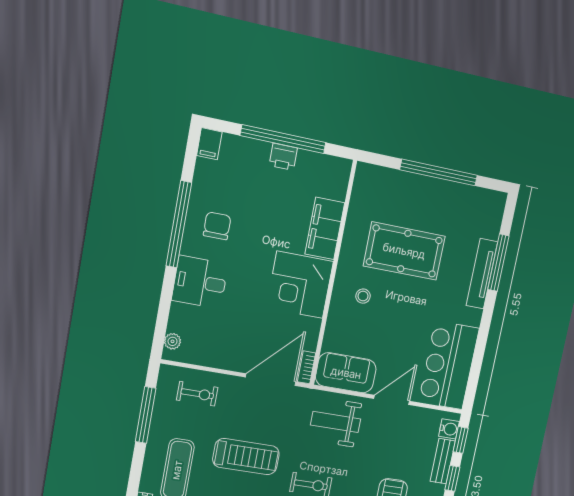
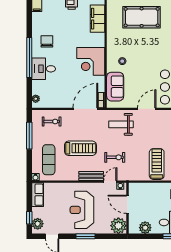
window: (179, 224) -> (29, 57), moved
filing cabinet: (325, 228) -> (98, 19), moved
pool table: (404, 251) -> (142, 17), moved
sofa: (346, 373) -> (115, 87), moved, turned 90

